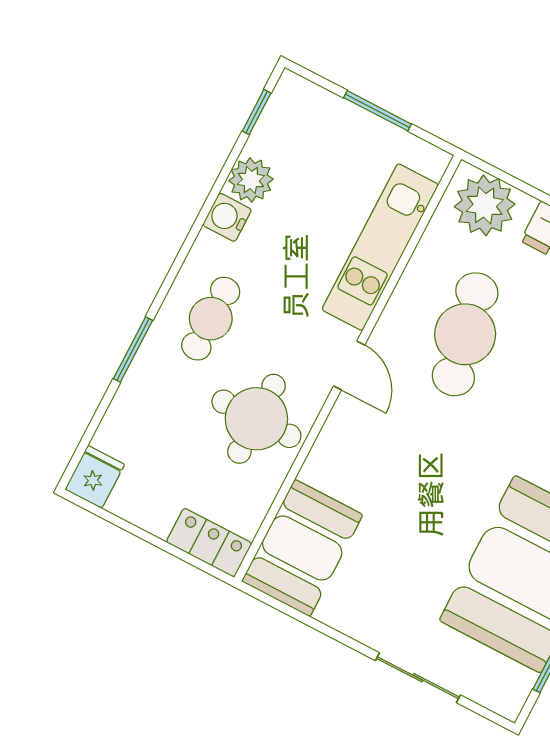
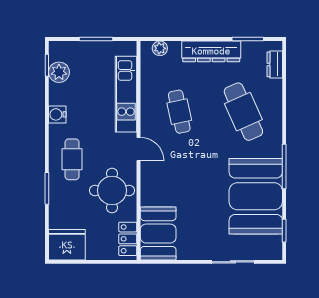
plant: (251, 180) -> (59, 72), moved
plant: (485, 205) -> (160, 48), width x0.53, depth x0.53
cafe table: (465, 334) -> (179, 112), width x0.73, depth x0.74
fridge: (95, 477) -> (67, 245), width x1.88, depth x1.34
locker: (209, 543) -> (128, 239), moved, turned -90

